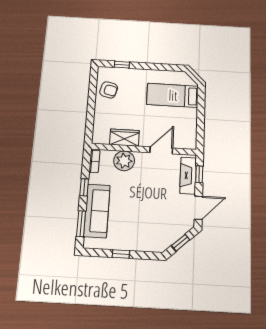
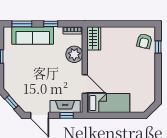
armchair: (109, 90) -> (144, 41), moved
bed: (173, 95) -> (108, 103), moved, turned 90
wardrobe: (124, 138) -> (94, 38), moved

